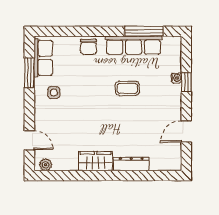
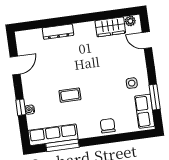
row of seats: (134, 45) -> (53, 135), moved
wardrobe: (96, 161) -> (110, 27), moved

